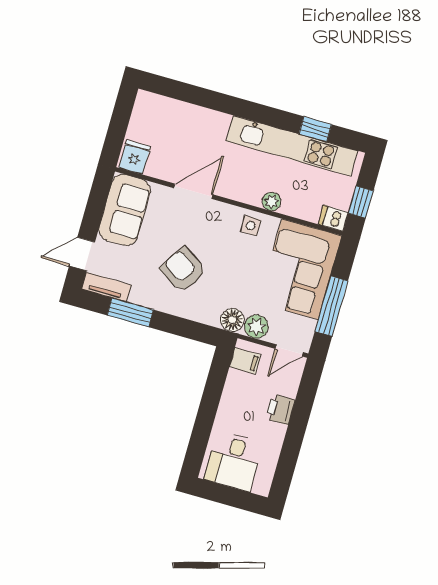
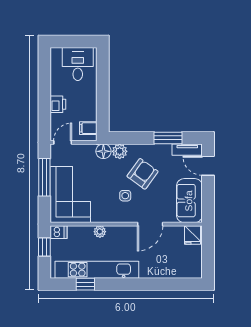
side table: (251, 226) -> (125, 196), moved
door: (82, 254) -> (208, 166), swing flipped
armchair: (183, 270) -> (143, 174), turned -87
plant: (256, 327) -> (120, 151), moved

